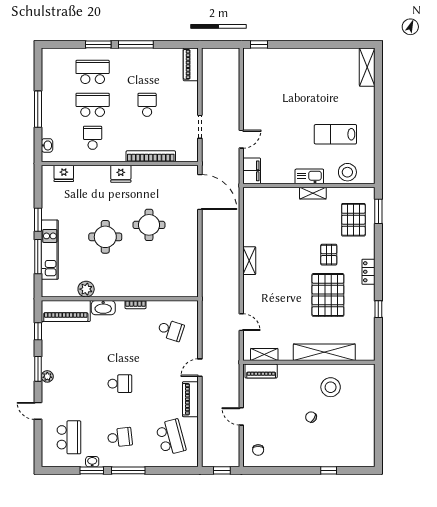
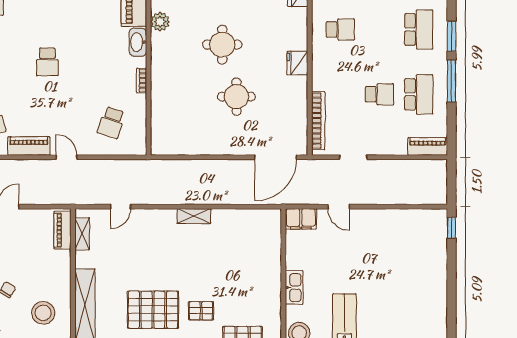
school desk: (93, 105) -> (419, 94), moved
bookcase: (151, 156) -> (318, 121), moved
shelving: (313, 193) -> (274, 292), removed

